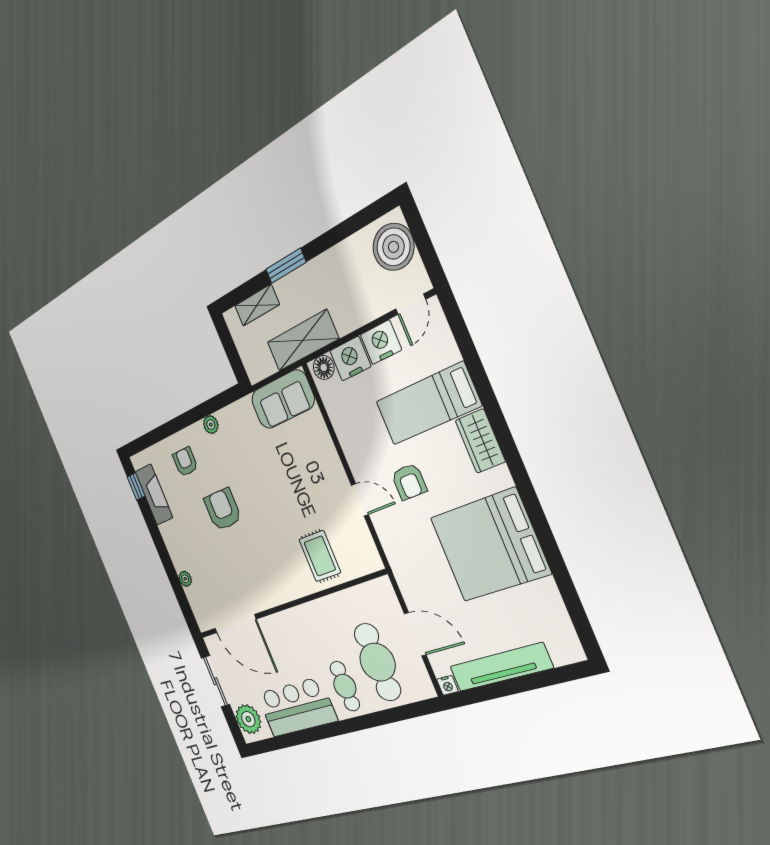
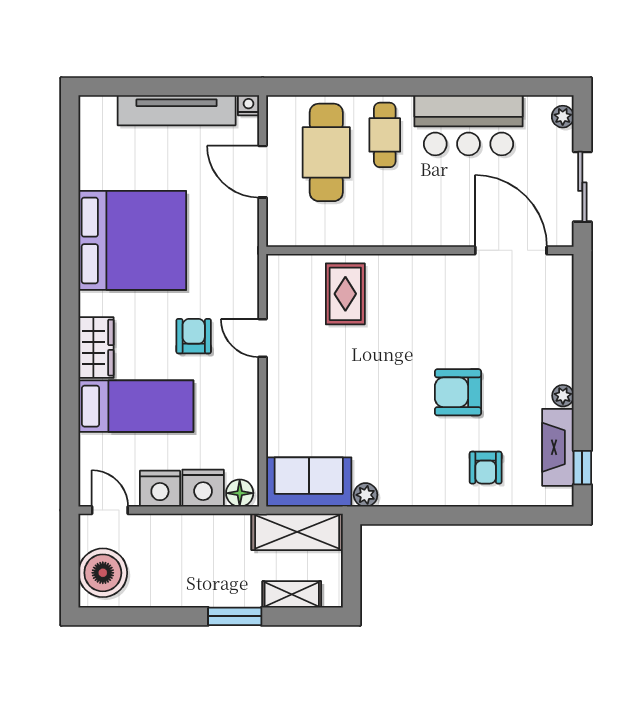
door: (411, 304) -> (110, 510), hinge flipped
shelving: (303, 340) -> (297, 532), moved
plant: (211, 425) -> (366, 495), moved
armchair: (223, 509) -> (458, 392), turned 90
plant: (185, 579) -> (563, 396), moved
plant: (248, 719) -> (563, 117), width x0.53, depth x0.53

